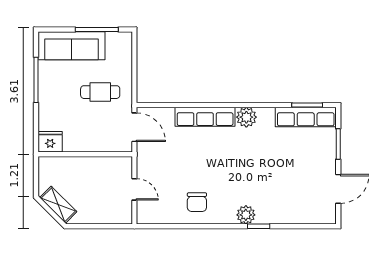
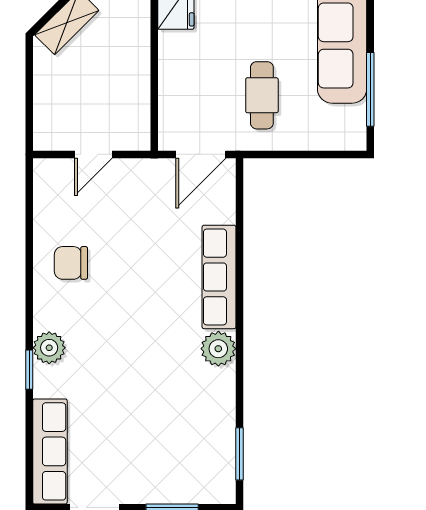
row of seats: (306, 117) -> (50, 451), moved, turned 180

